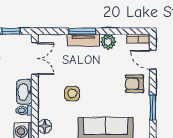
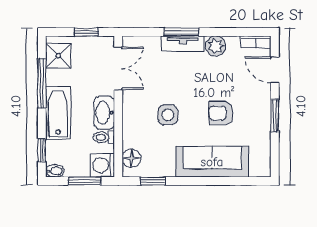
armchair: (135, 84) -> (221, 113), moved
window: (153, 108) -> (275, 116), moved

